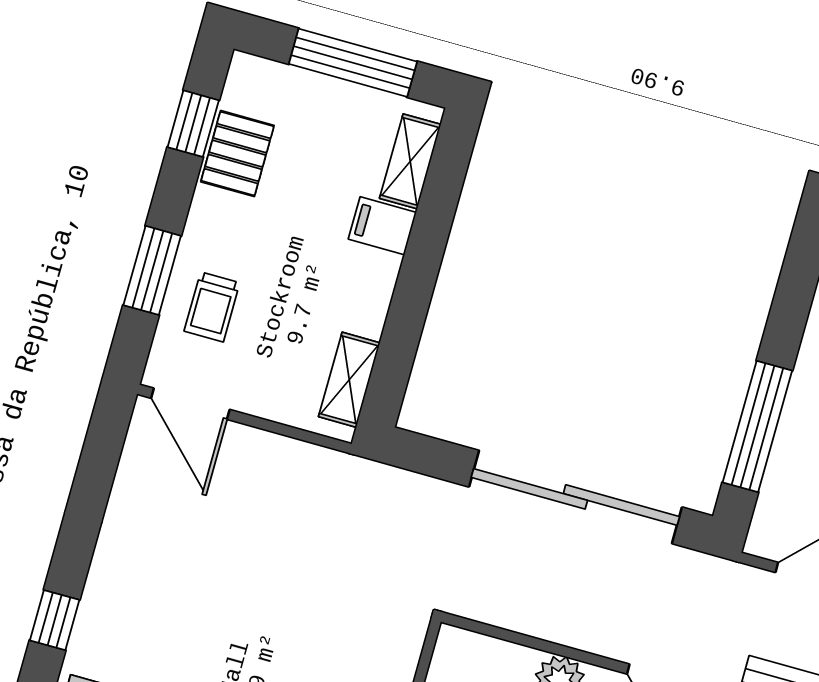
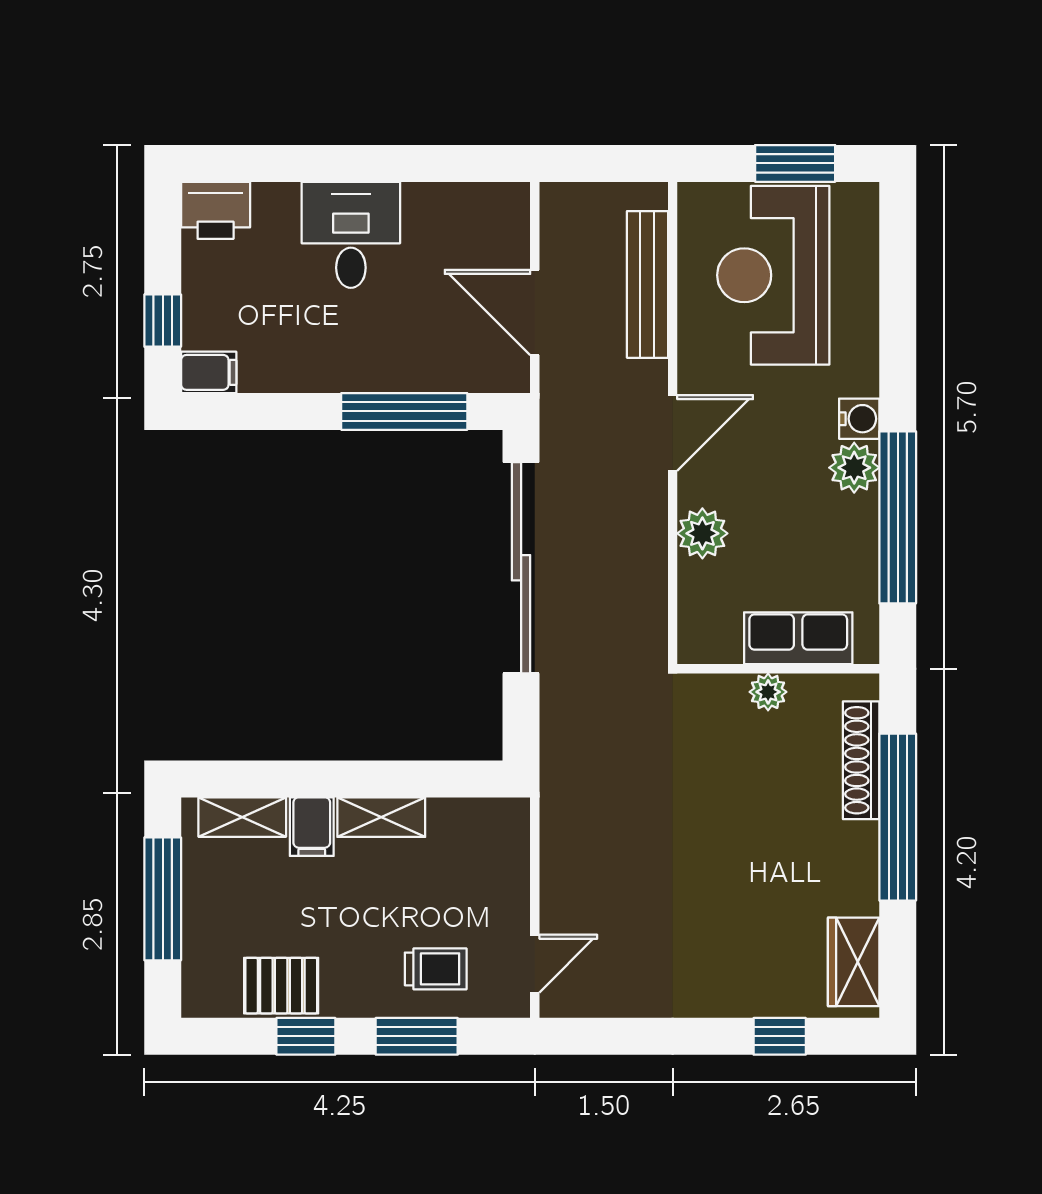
window: (193, 124) -> (306, 1036), moved
shelving: (349, 380) -> (381, 817), moved
door: (190, 404) -> (535, 964), width x0.73

